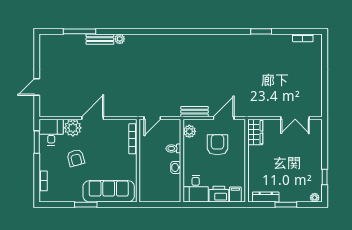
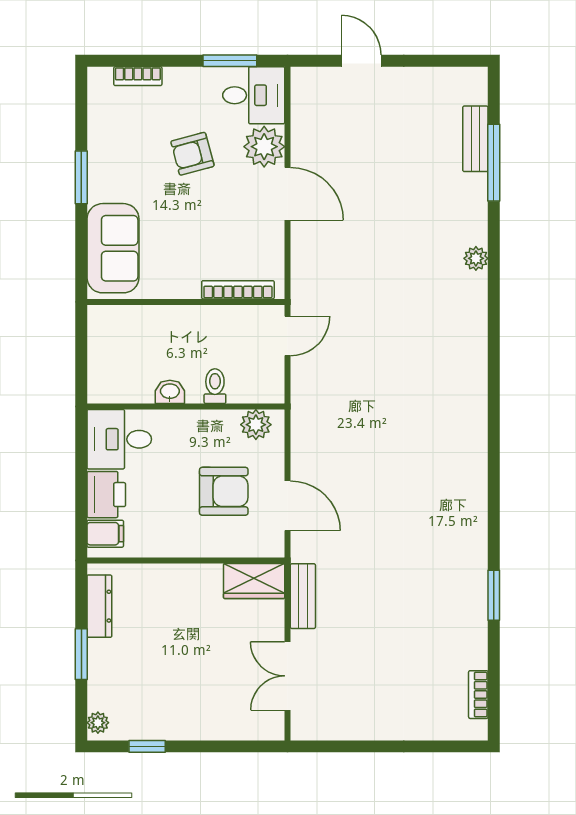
bench: (100, 39) -> (475, 139), moved
bench: (195, 112) -> (303, 596), moved
door: (152, 118) -> (288, 336), swing flipped
sofa: (109, 191) -> (113, 248), width x0.73

